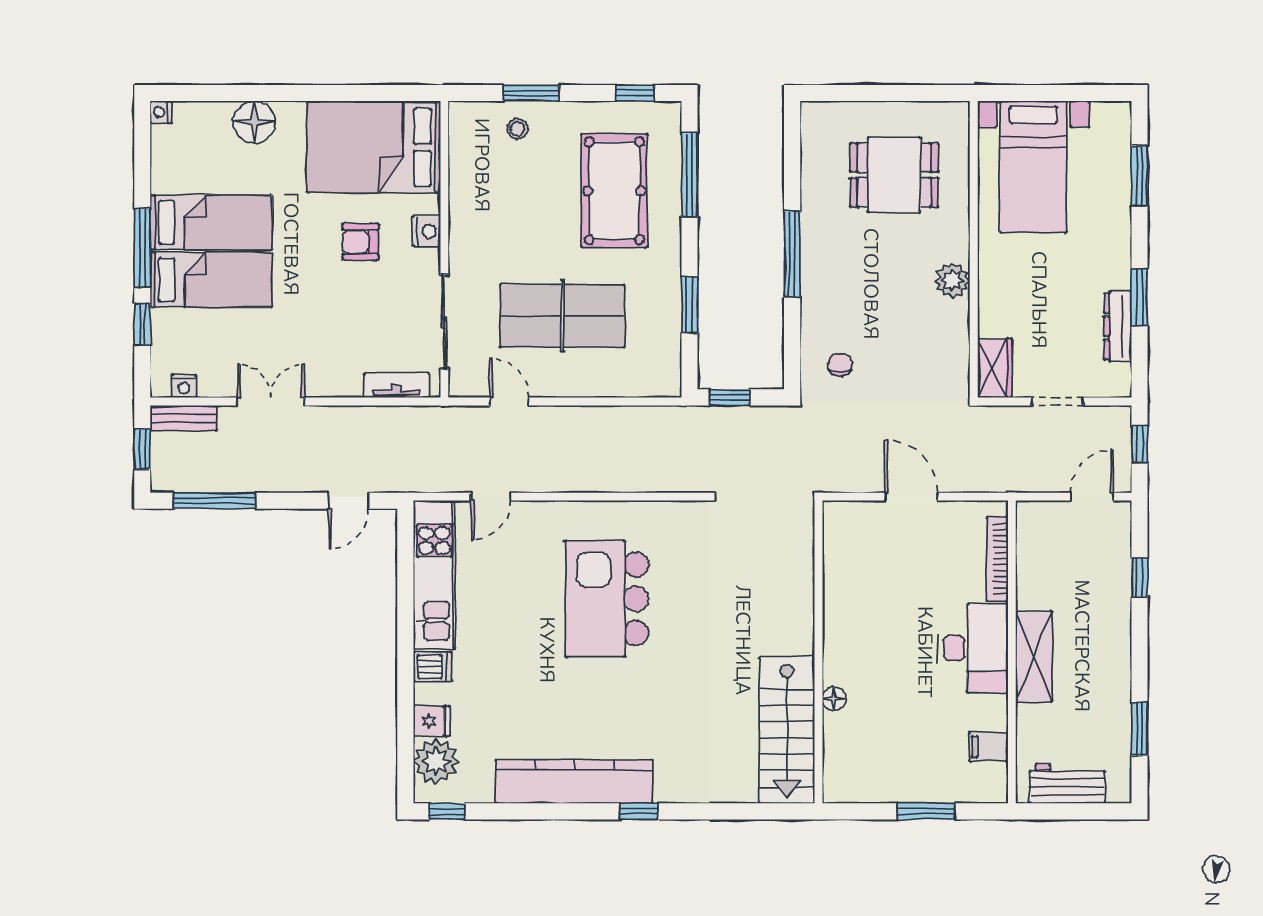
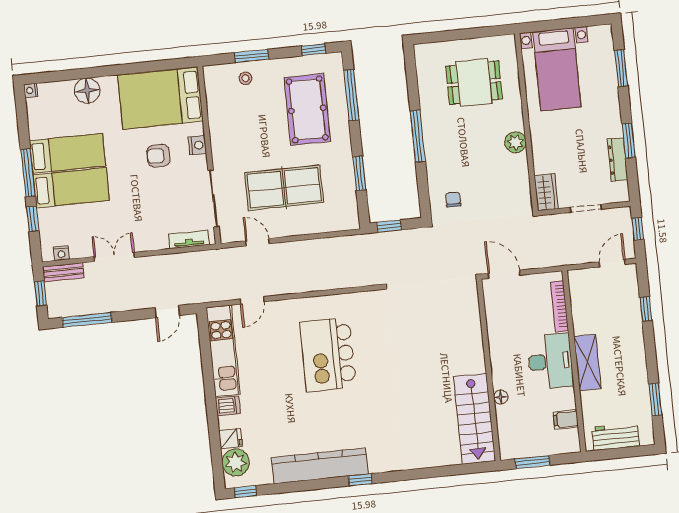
wall: (818, 652) -> (489, 370), moved
floor lamp: (834, 699) -> (501, 397), moved
stairs: (787, 730) -> (474, 419), moved

